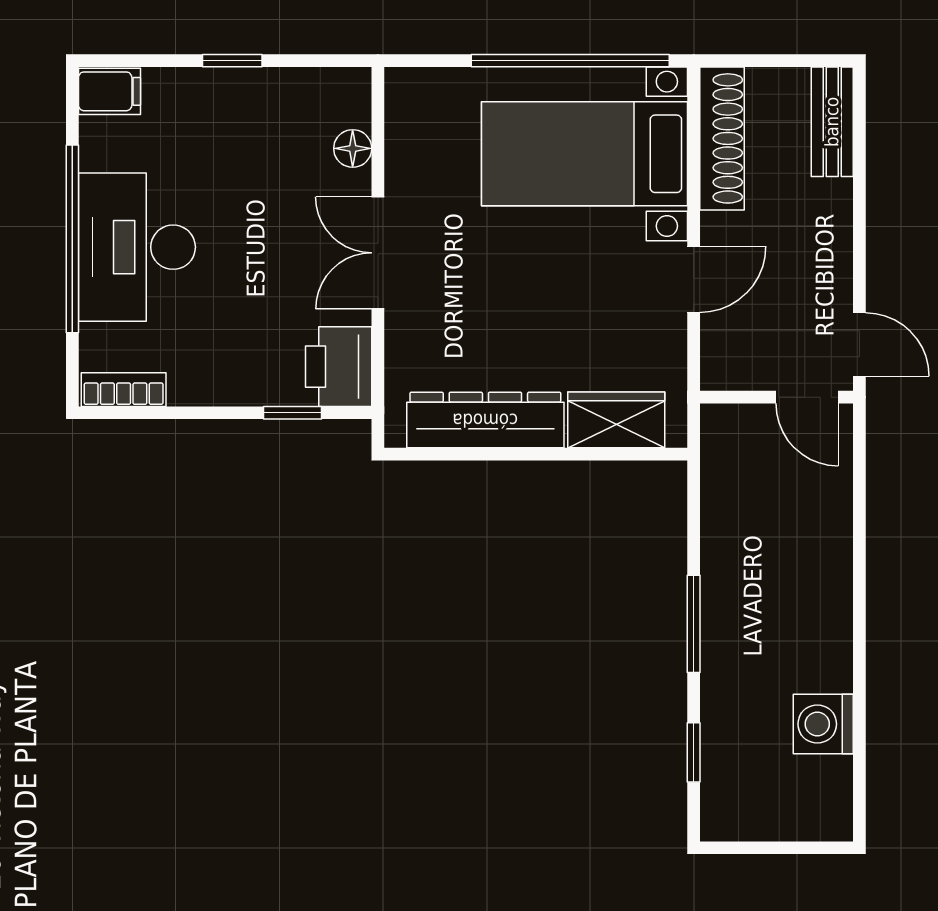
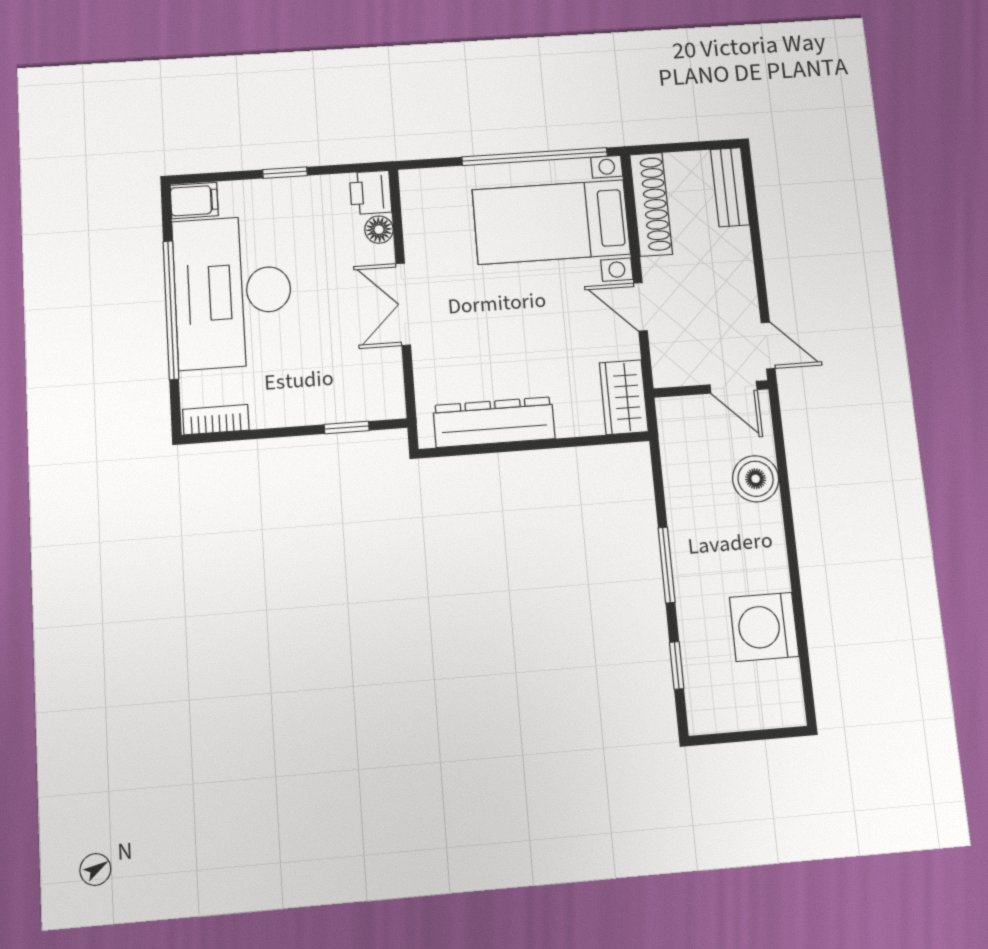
desk: (137, 247) -> (233, 292), width x1.36, depth x1.30
door: (694, 279) -> (640, 307), swing flipped
printer: (339, 367) -> (371, 192), moved, width x0.73, depth x0.81
wardrobe: (616, 420) -> (624, 397), moved, turned -90
boiler: (823, 521) -> (756, 479), added
washing machine: (823, 724) -> (764, 627), width x1.37, depth x1.37

